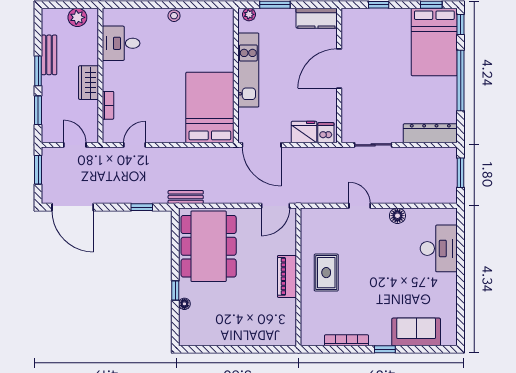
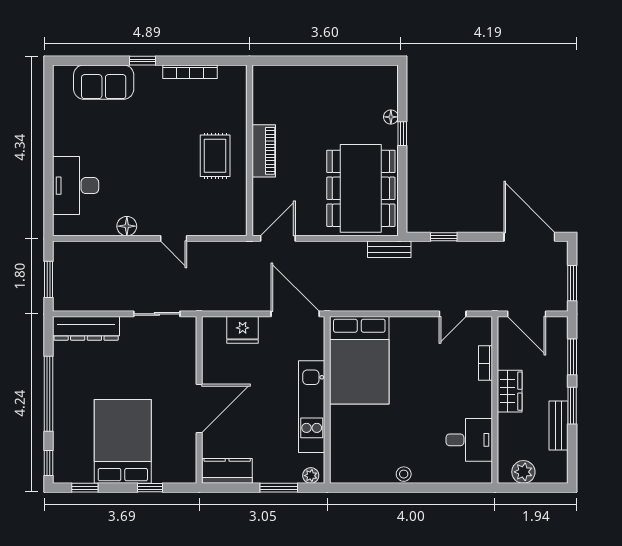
bed: (434, 42) -> (123, 441), moved
dishwasher: (326, 133) -> (216, 329), removed
door: (75, 145) -> (527, 314), width x1.38

